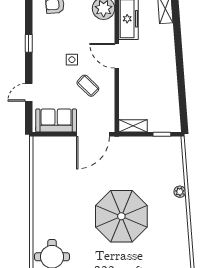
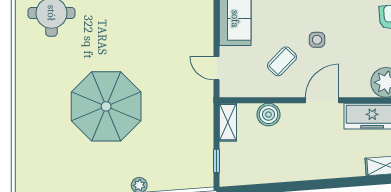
boiler: (127, 96) -> (268, 115), added
door: (93, 134) -> (216, 68), width x0.53

